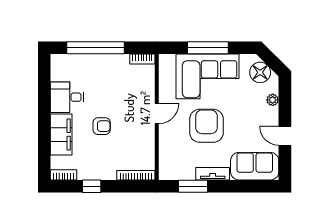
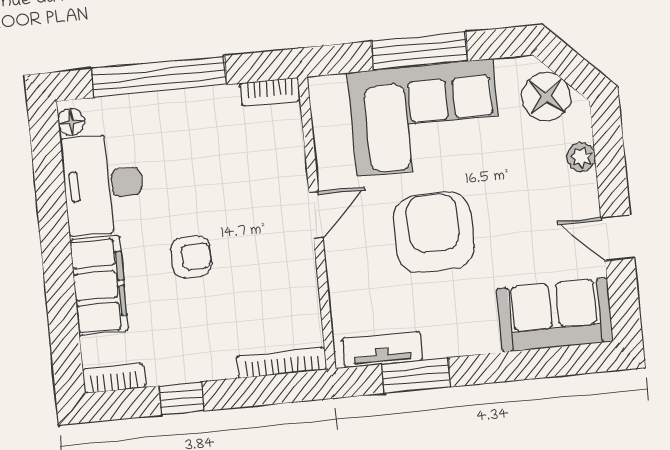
floor lamp: (56, 63) -> (71, 122), added
desk: (67, 97) -> (103, 184), width x1.37
tv unit: (213, 174) -> (382, 349), moved

